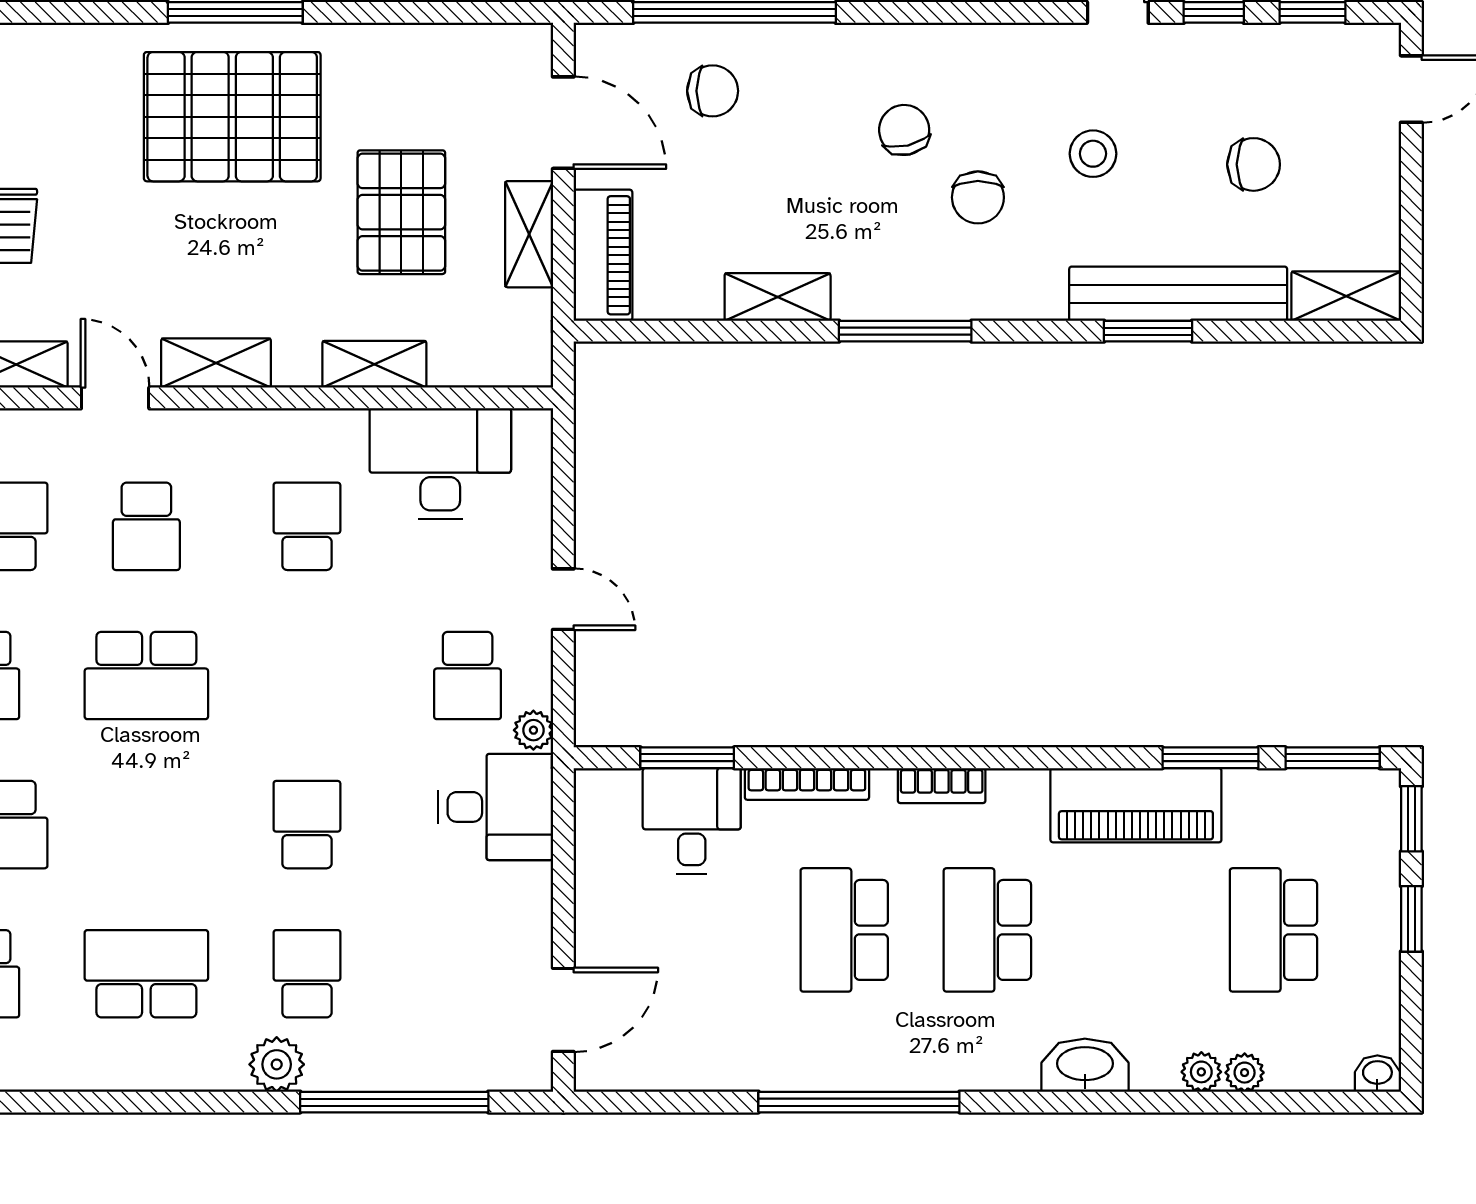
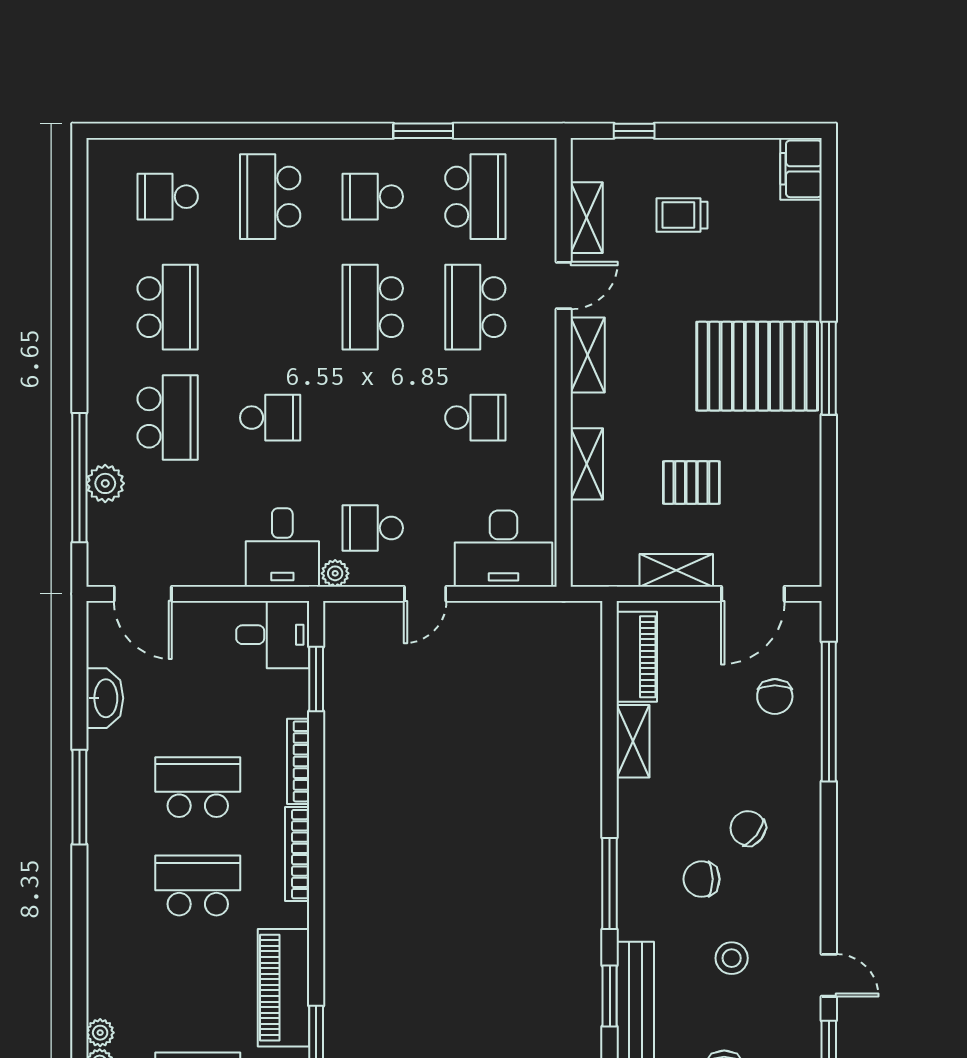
pallet: (232, 117) -> (757, 366), turned 90
chair: (904, 130) -> (748, 828), turned -129
pallet: (401, 212) -> (691, 483), width x0.67, depth x0.71
piano: (603, 255) -> (637, 657), moved, turned -90
window: (905, 331) -> (610, 883), moved
desk: (440, 464) -> (504, 549), moved, turned 90
school desk: (146, 526) -> (475, 307), width x1.85
bookcase: (942, 786) -> (297, 854), width x1.56
desk: (692, 821) -> (273, 635), moved
school desk: (307, 974) -> (168, 418), width x1.85
plant: (277, 1064) -> (105, 483), moved
washbasin: (1085, 1065) -> (105, 698), moved
window: (859, 1102) -> (79, 797), width x0.68

